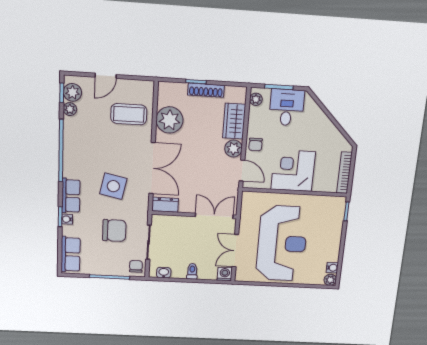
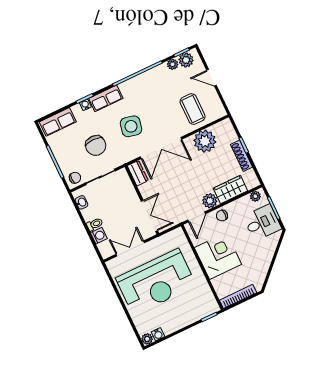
washing machine: (225, 274) -> (99, 236), moved

